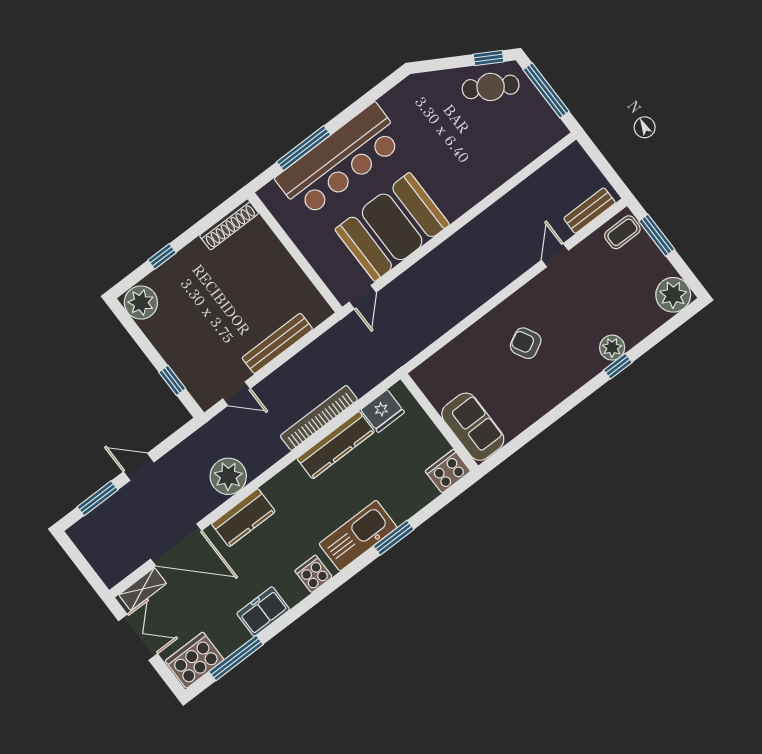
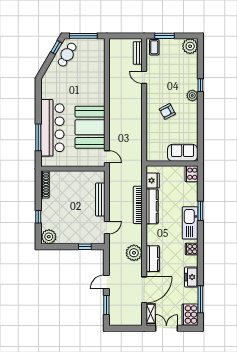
plant: (612, 348) -> (192, 95), moved

